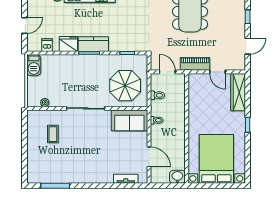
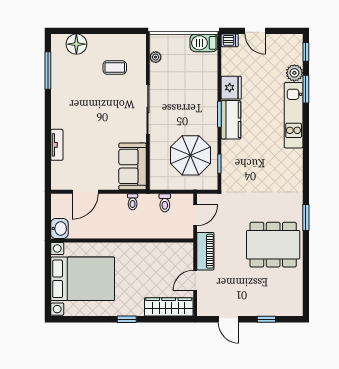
dishwasher: (47, 45) -> (230, 40), moved
parasol: (125, 86) -> (191, 155), moved
floor lamp: (35, 164) -> (76, 44), added
tv unit: (126, 179) -> (57, 145), moved

